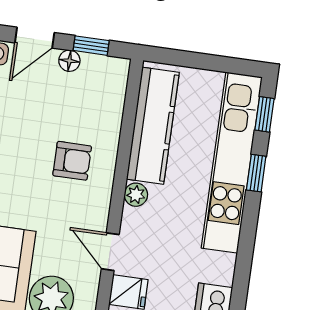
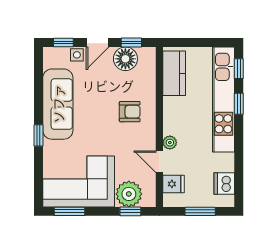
floor lamp: (69, 61) -> (125, 59), width x1.89, depth x1.89
kitchen counter: (153, 126) -> (174, 73), width x0.67
plant: (136, 195) -> (170, 143), moved

